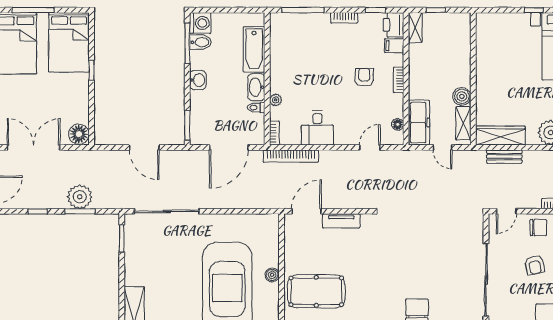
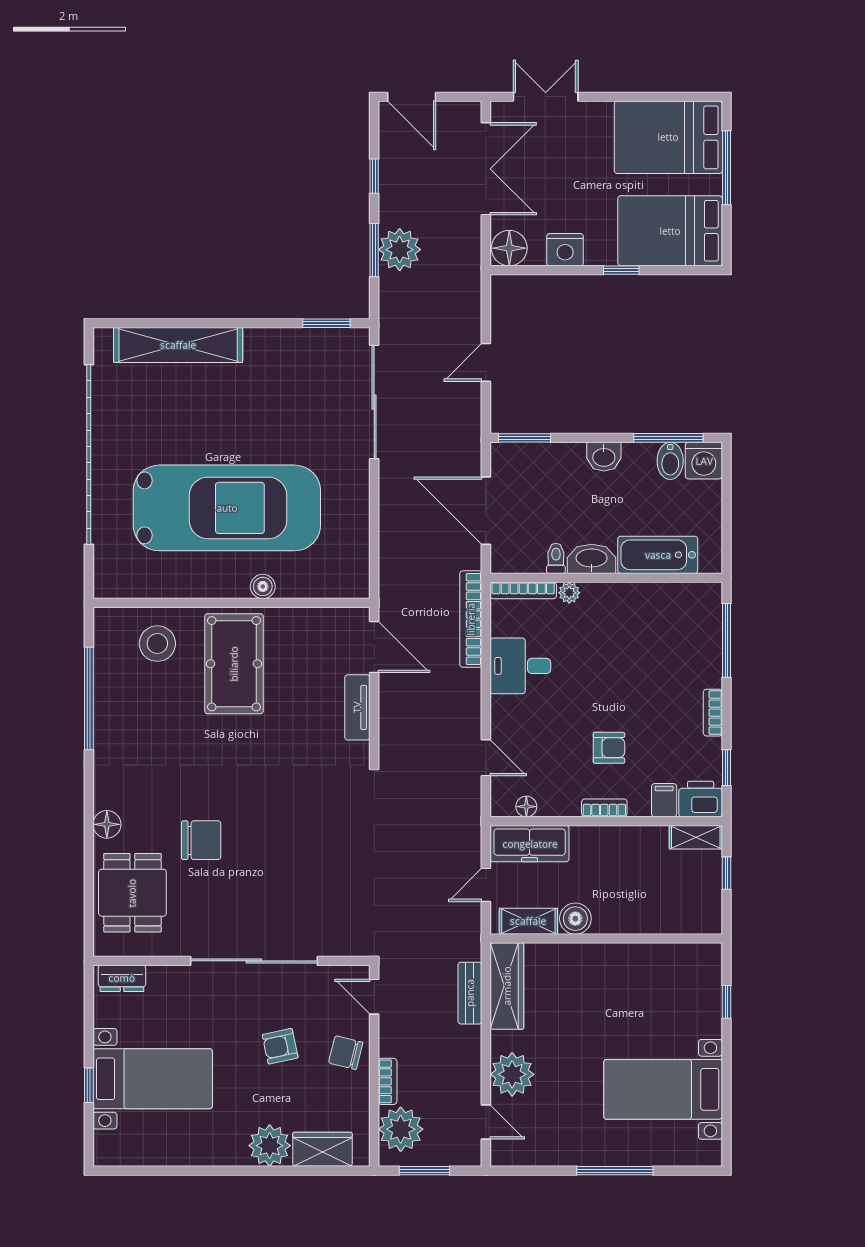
window: (534, 10) -> (726, 1002), moved
nightstand: (80, 102) -> (565, 250), added
bookcase: (274, 133) -> (523, 590), width x1.56
door: (144, 147) -> (486, 362), width x0.73
chair: (538, 228) -> (346, 1053), turned 104

